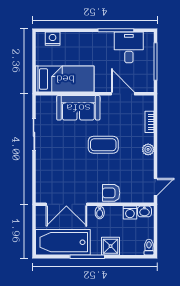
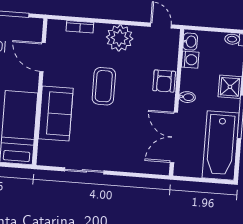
door: (123, 94) -> (43, 57), hinge flipped
plant: (148, 149) -> (120, 38), width x1.88, depth x1.88
double door: (66, 204) -> (174, 137), swing flipped

